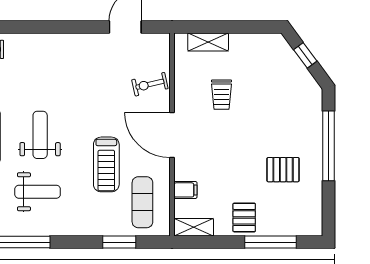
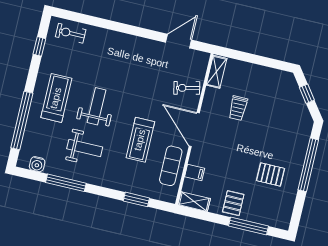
shelving: (208, 42) -> (217, 72), moved, turned 90
exercise mat: (142, 202) -> (171, 166), moved

